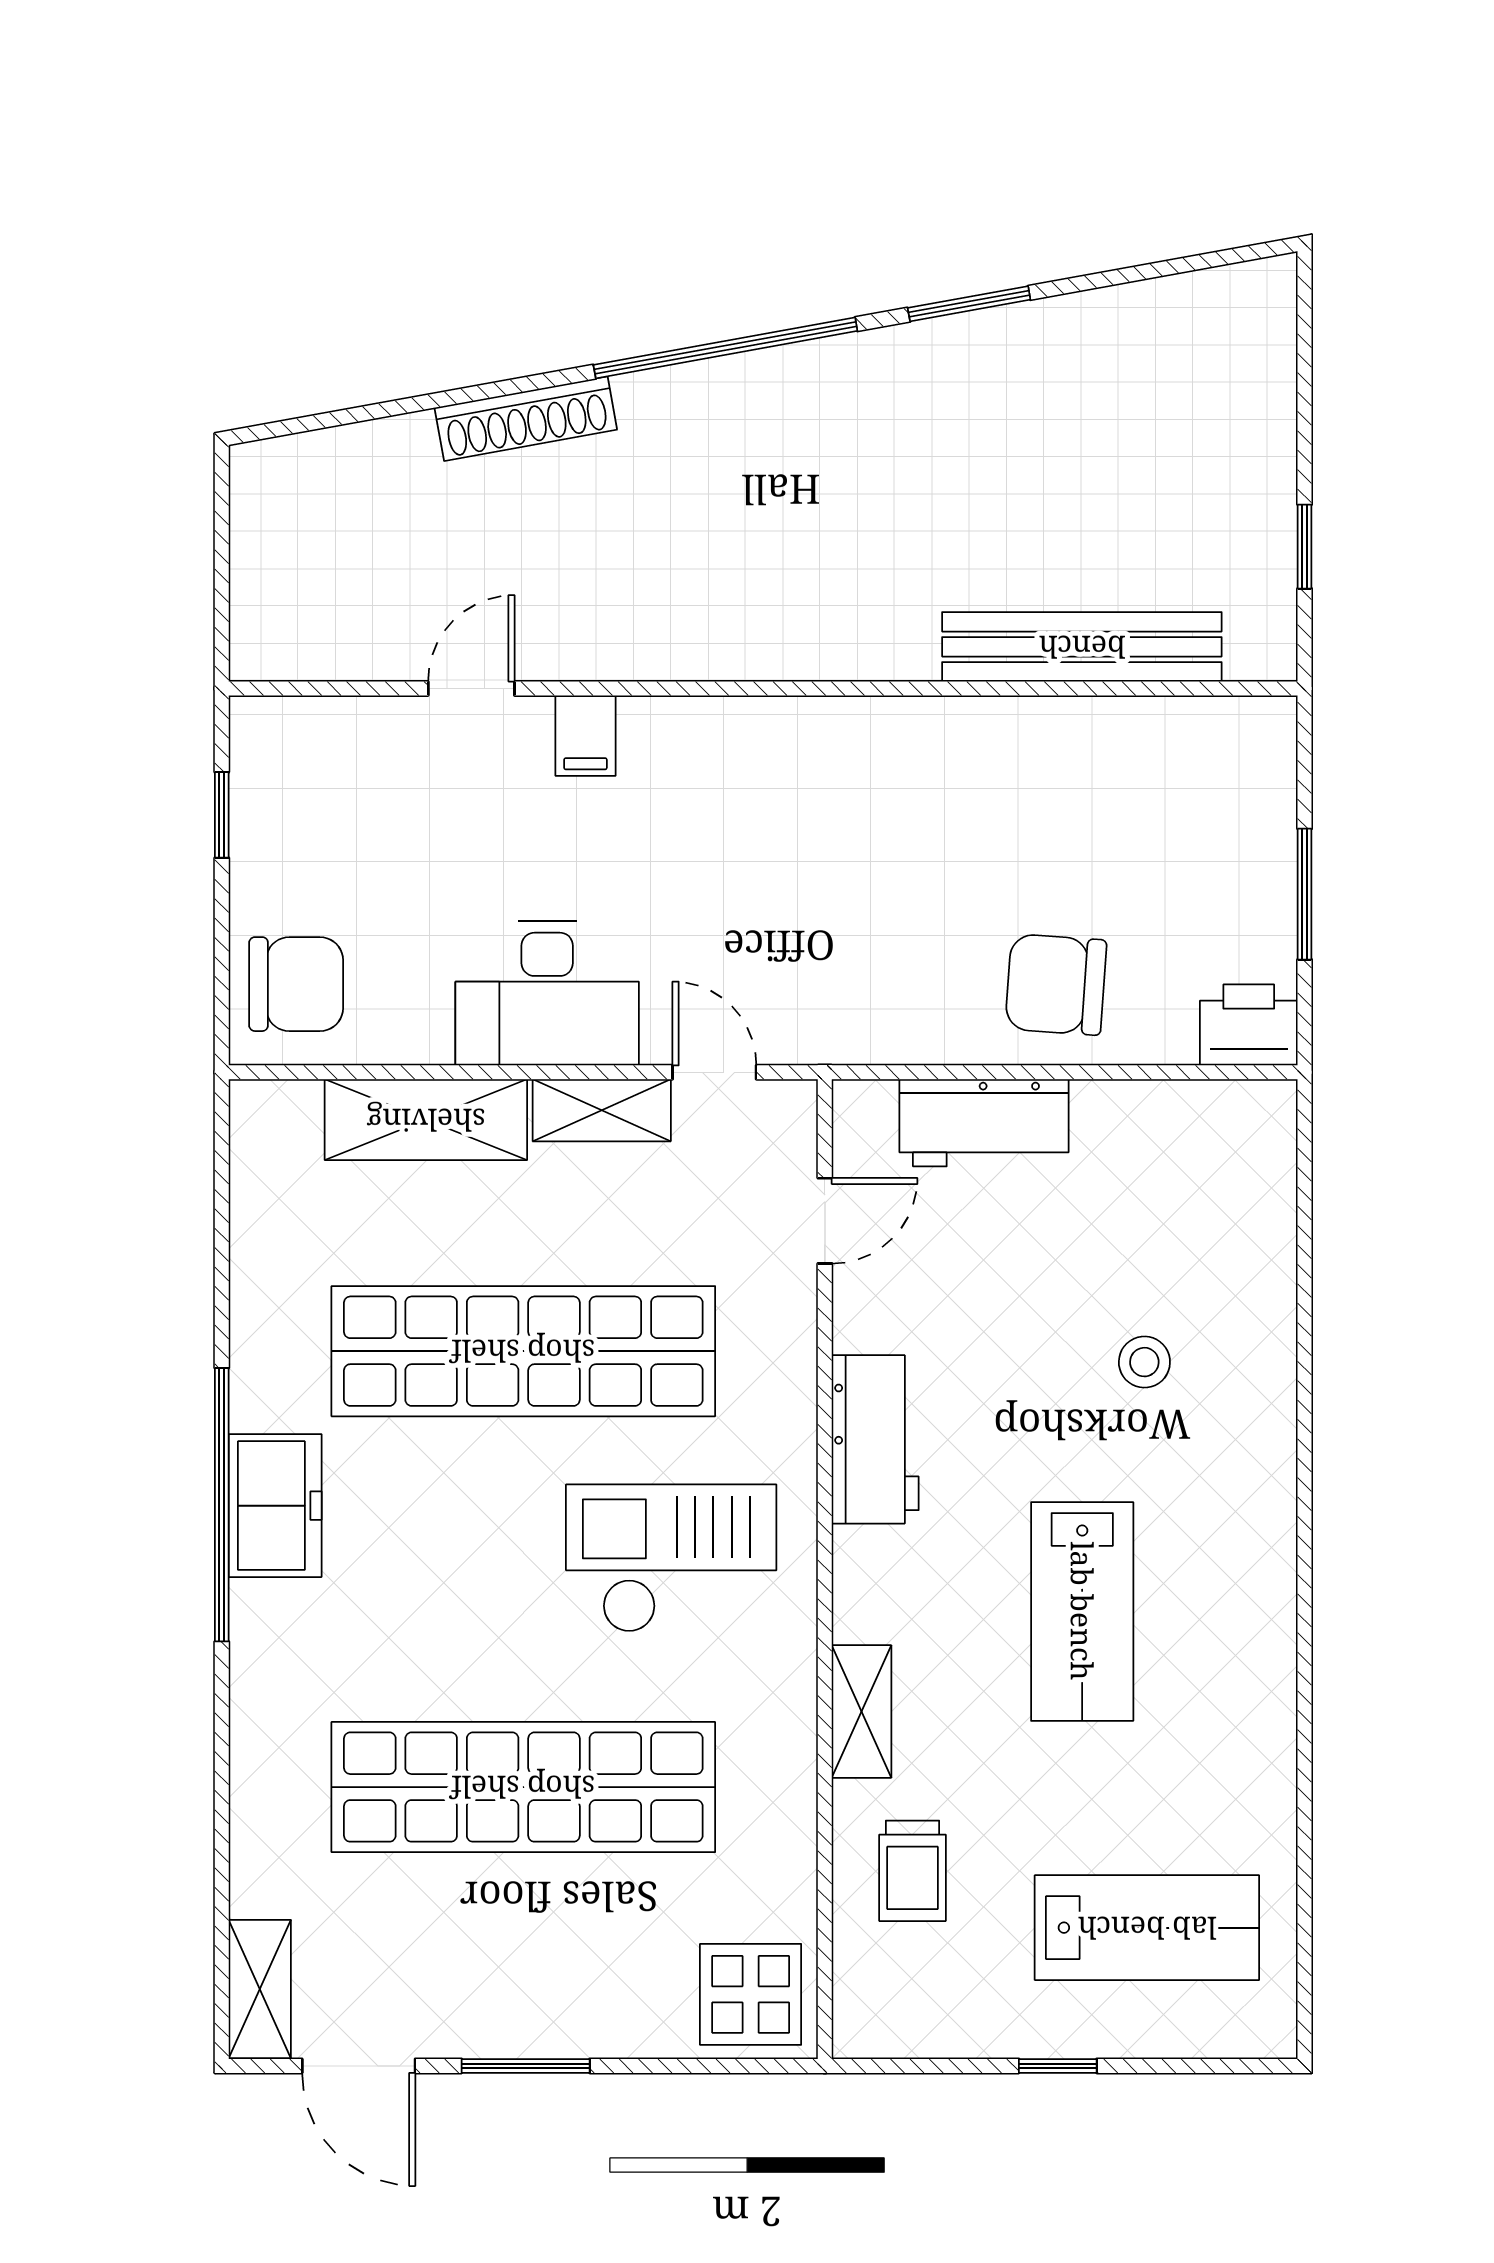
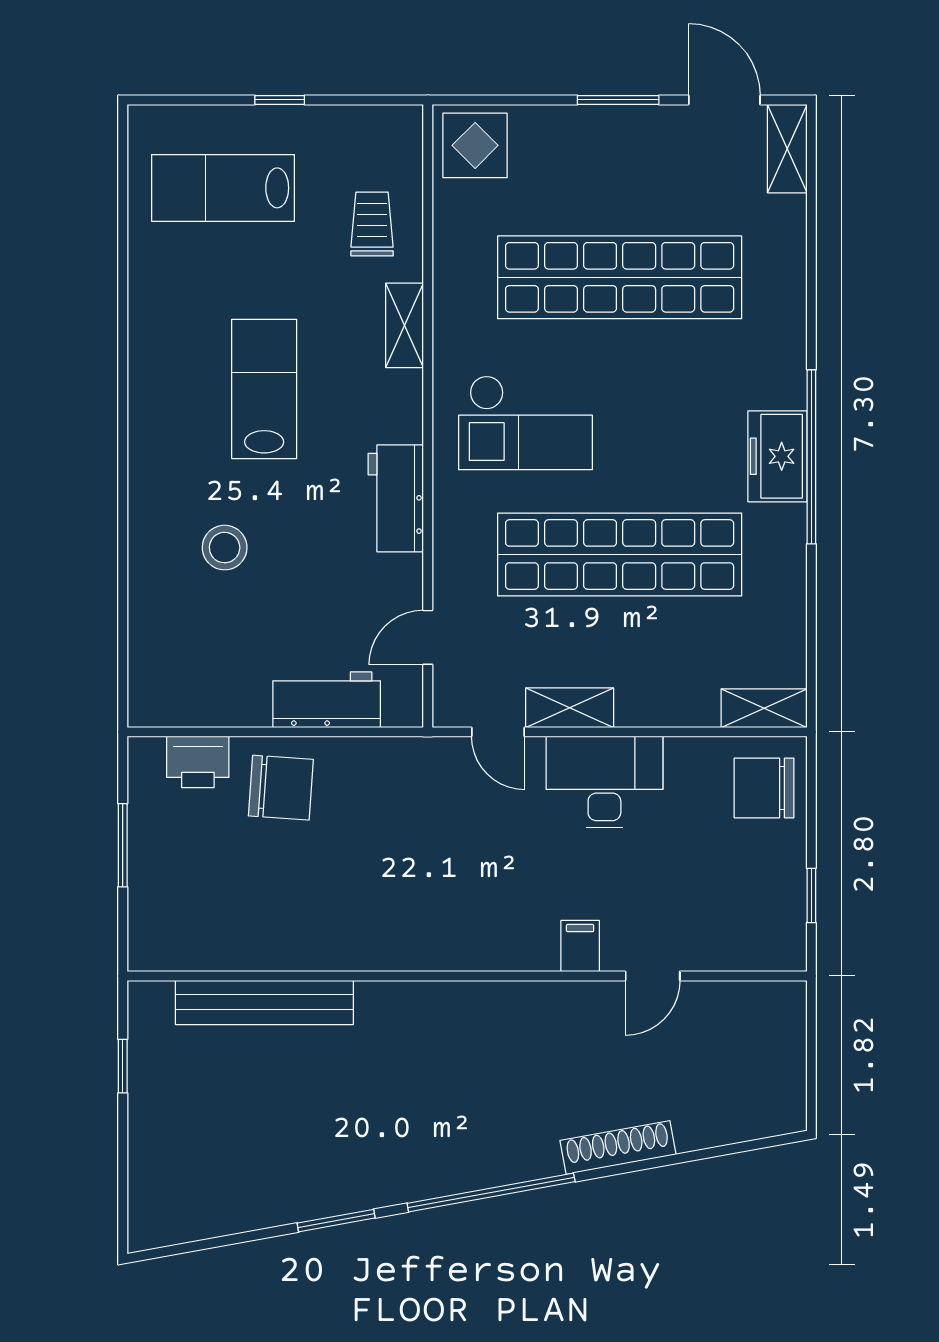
printer: (1249, 1025) -> (198, 762), moved
shelving: (426, 1120) -> (764, 708), moved, width x0.67, depth x0.75
stool: (1144, 1362) -> (225, 548), width x1.37, depth x1.37

